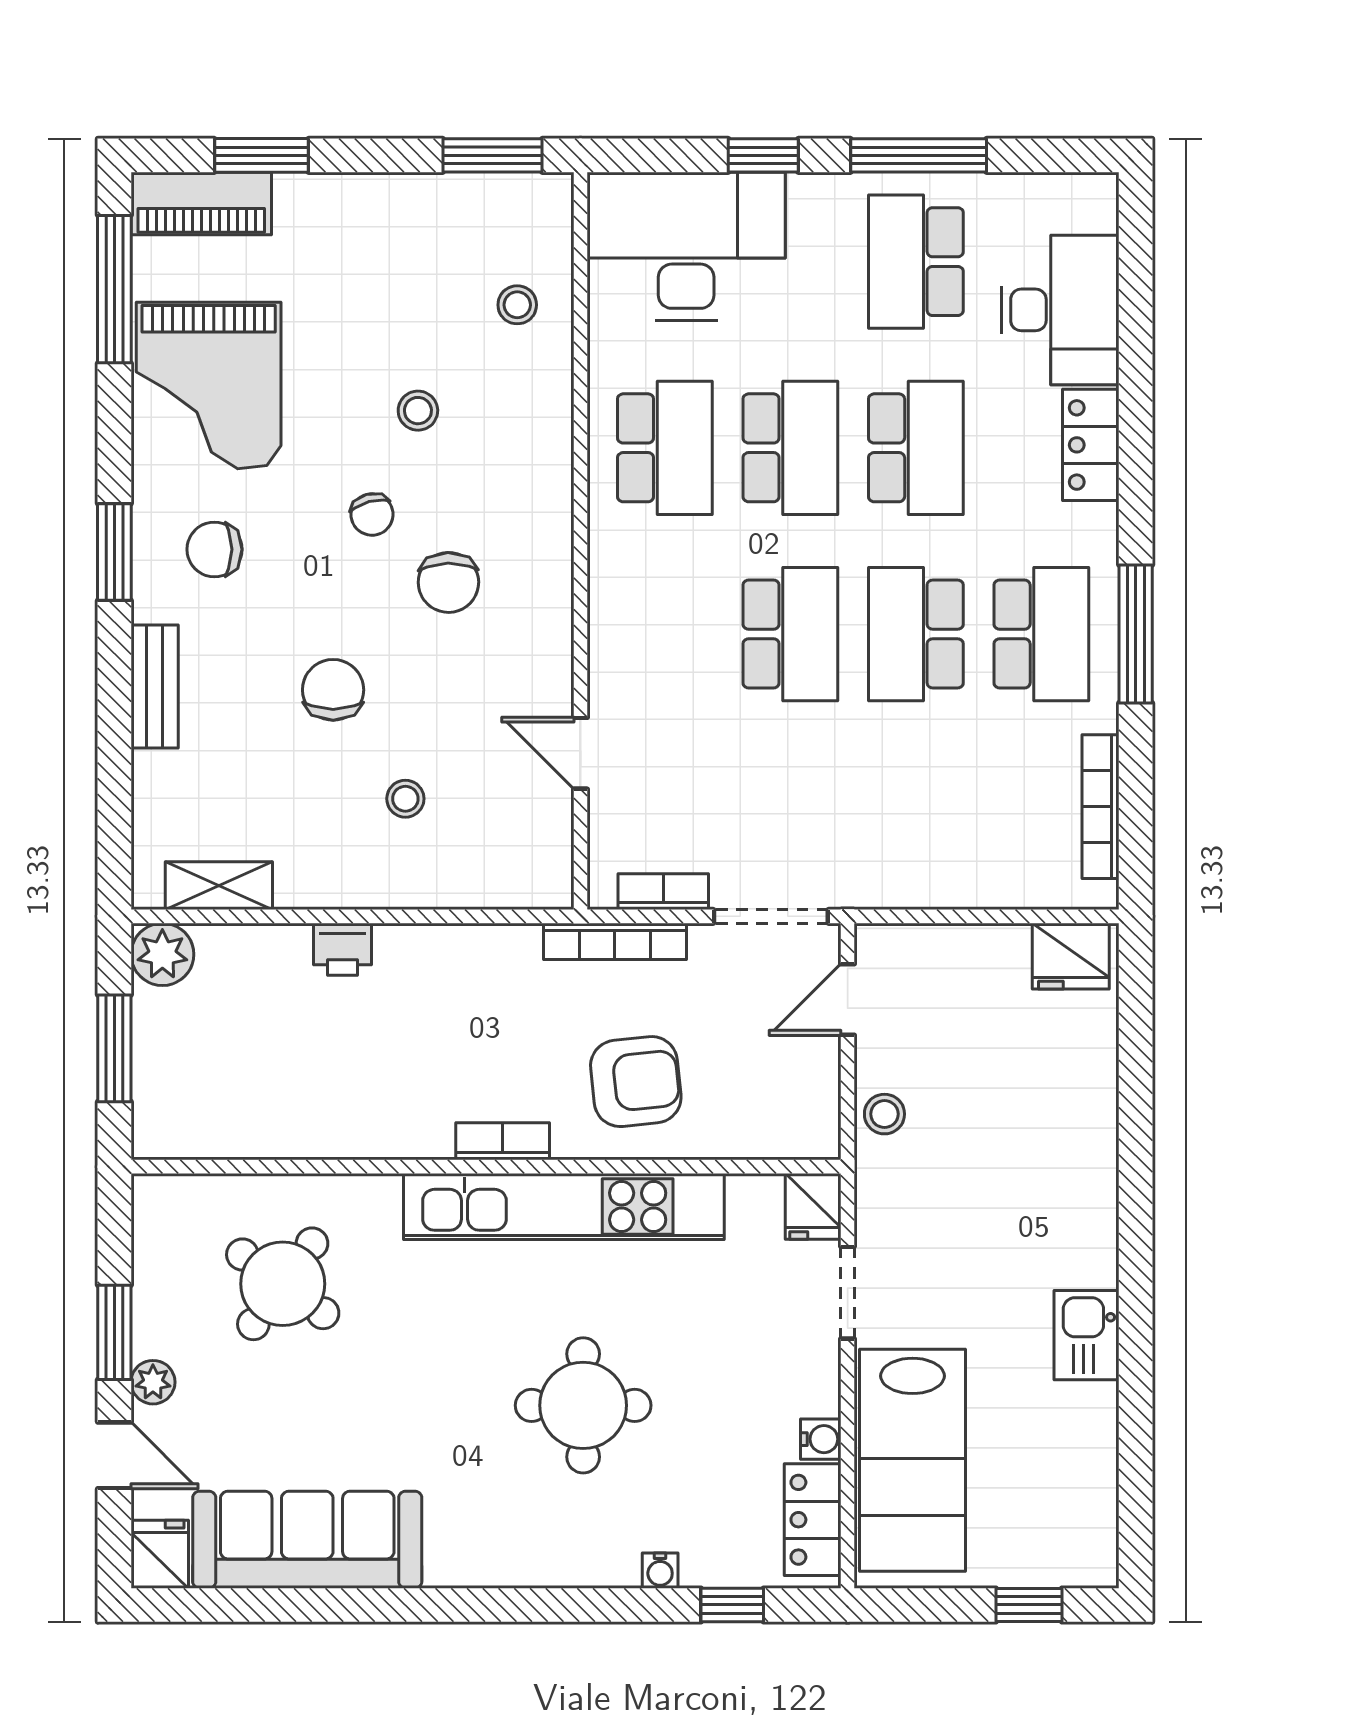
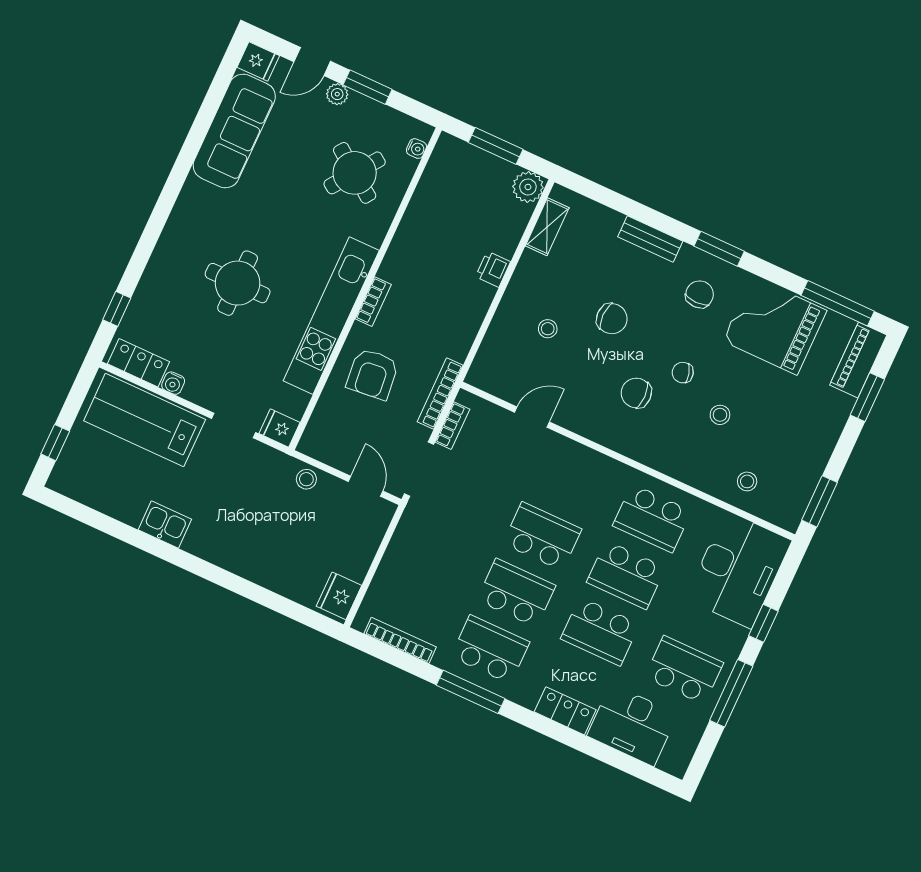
school desk: (790, 634) -> (542, 536), turned 180
school desk: (1041, 634) -> (490, 649), turned 180
water cooler: (660, 1571) -> (416, 149), moved, turned 180

